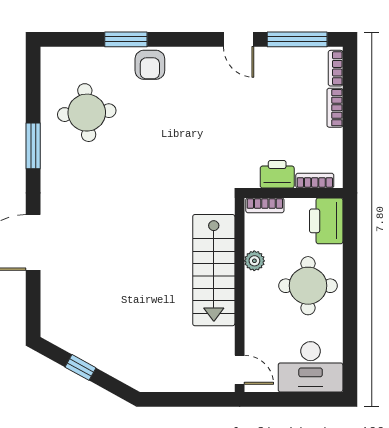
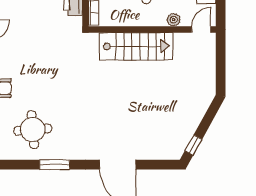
plant: (254, 261) -> (174, 20), moved
window: (80, 367) -> (193, 145), moved

